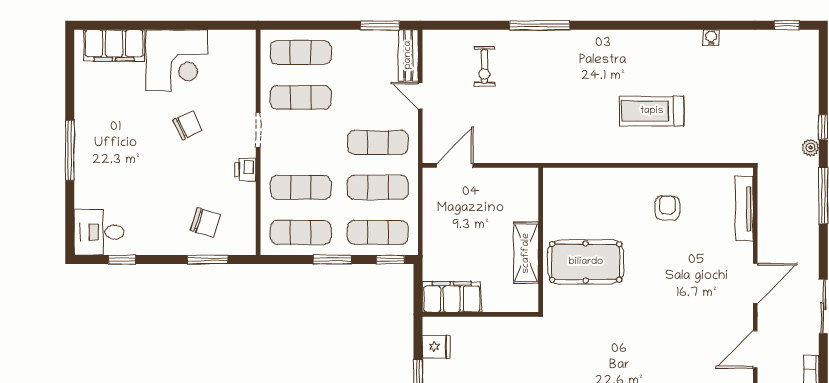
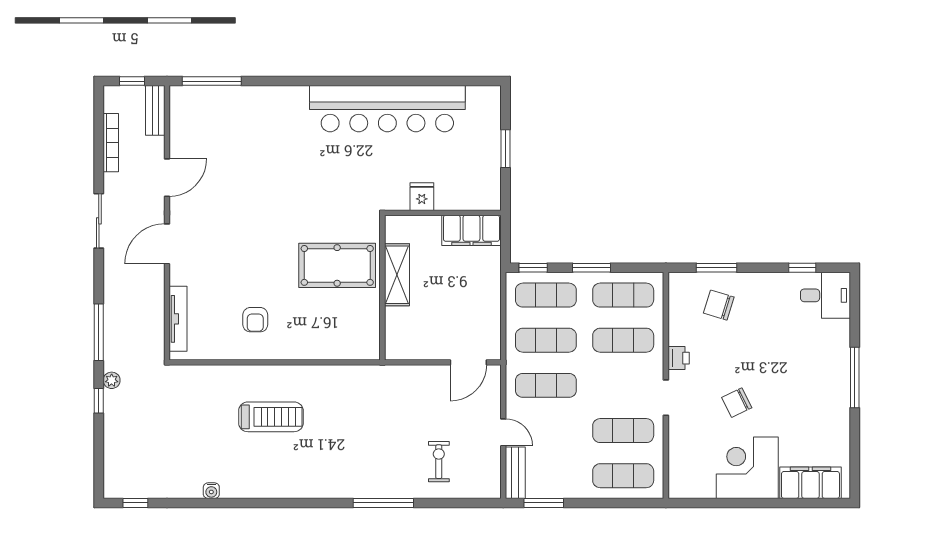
fridge: (436, 347) -> (422, 197), moved, turned 90

